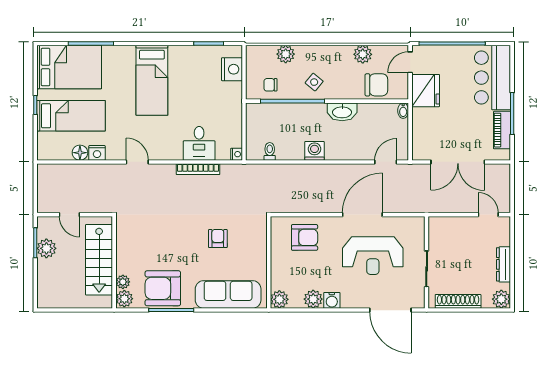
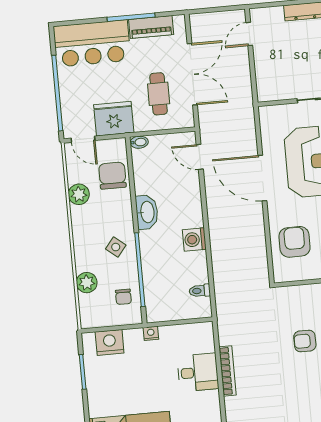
cafe table: (444, 131) -> (159, 94), added
nightstand: (237, 154) -> (151, 333), moved

